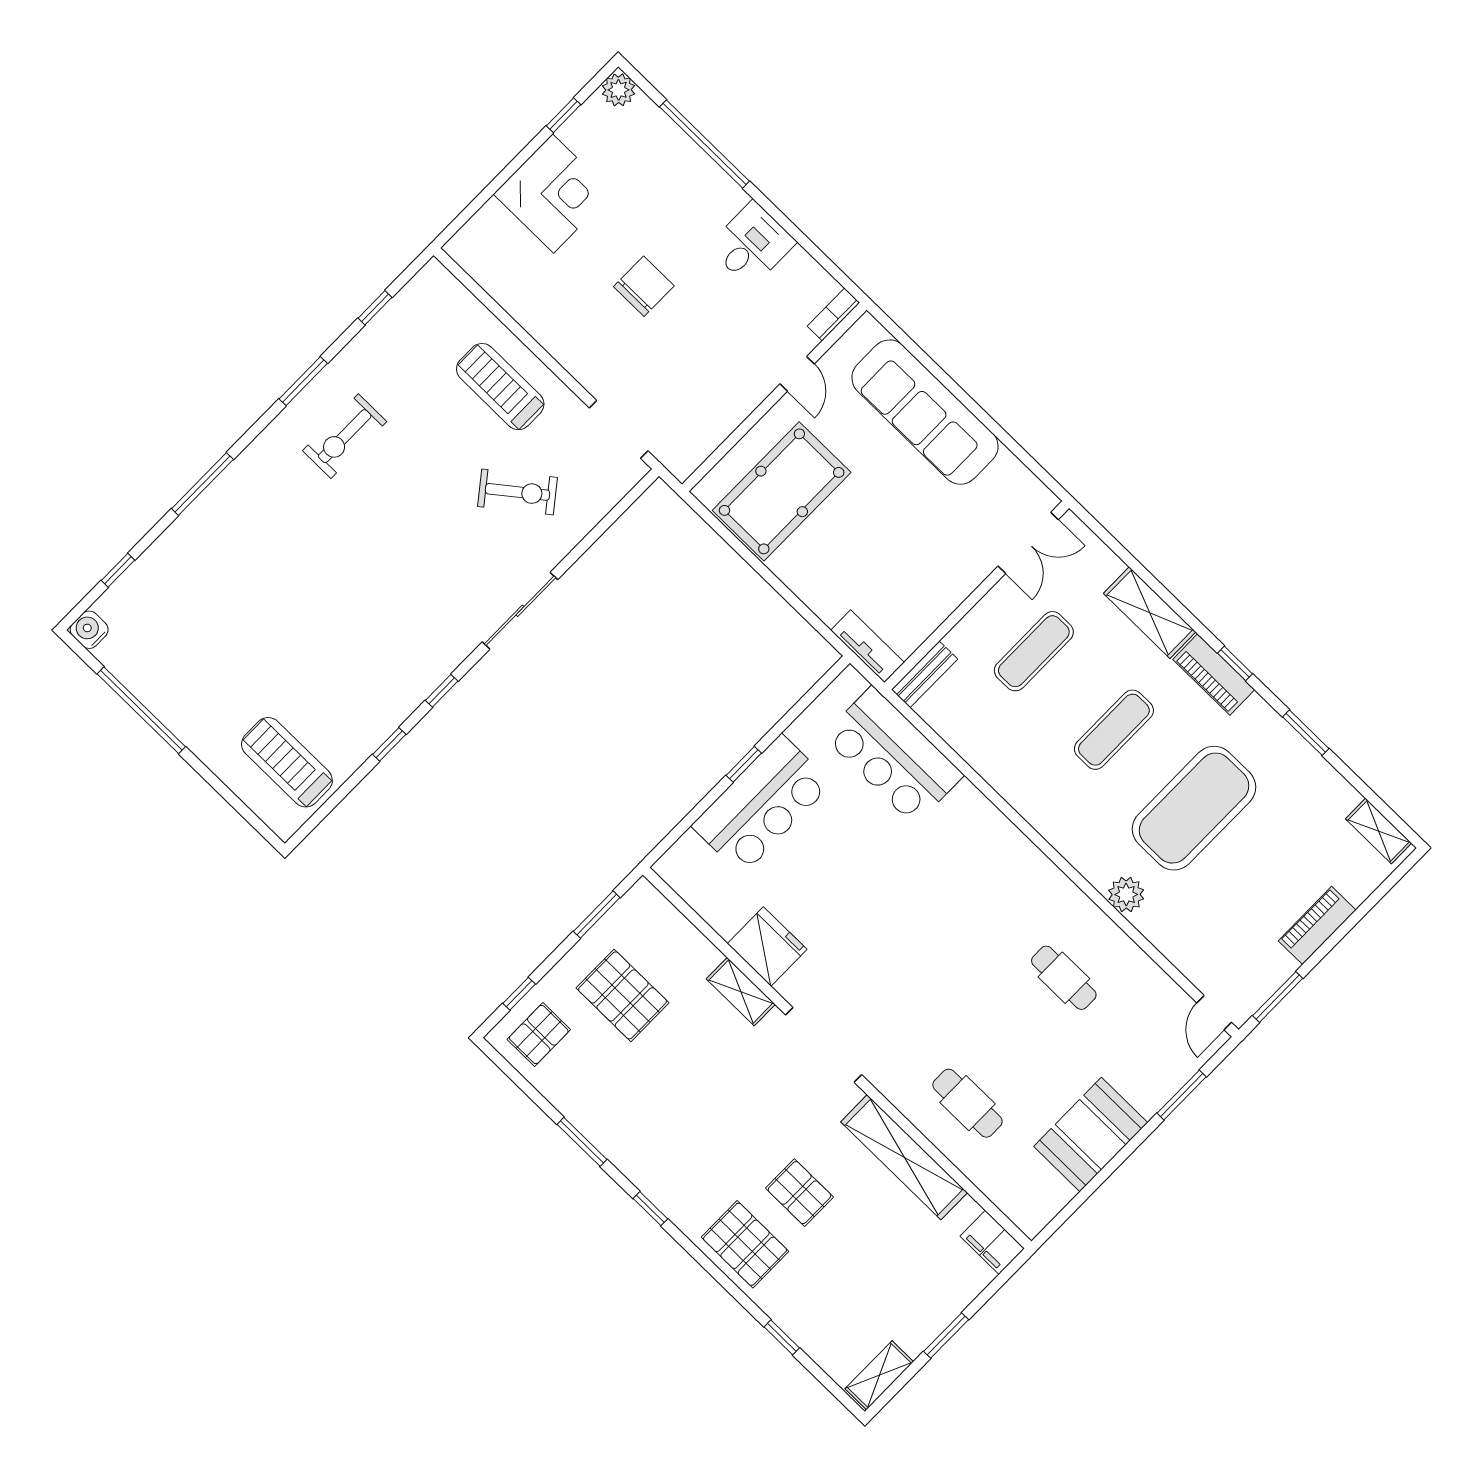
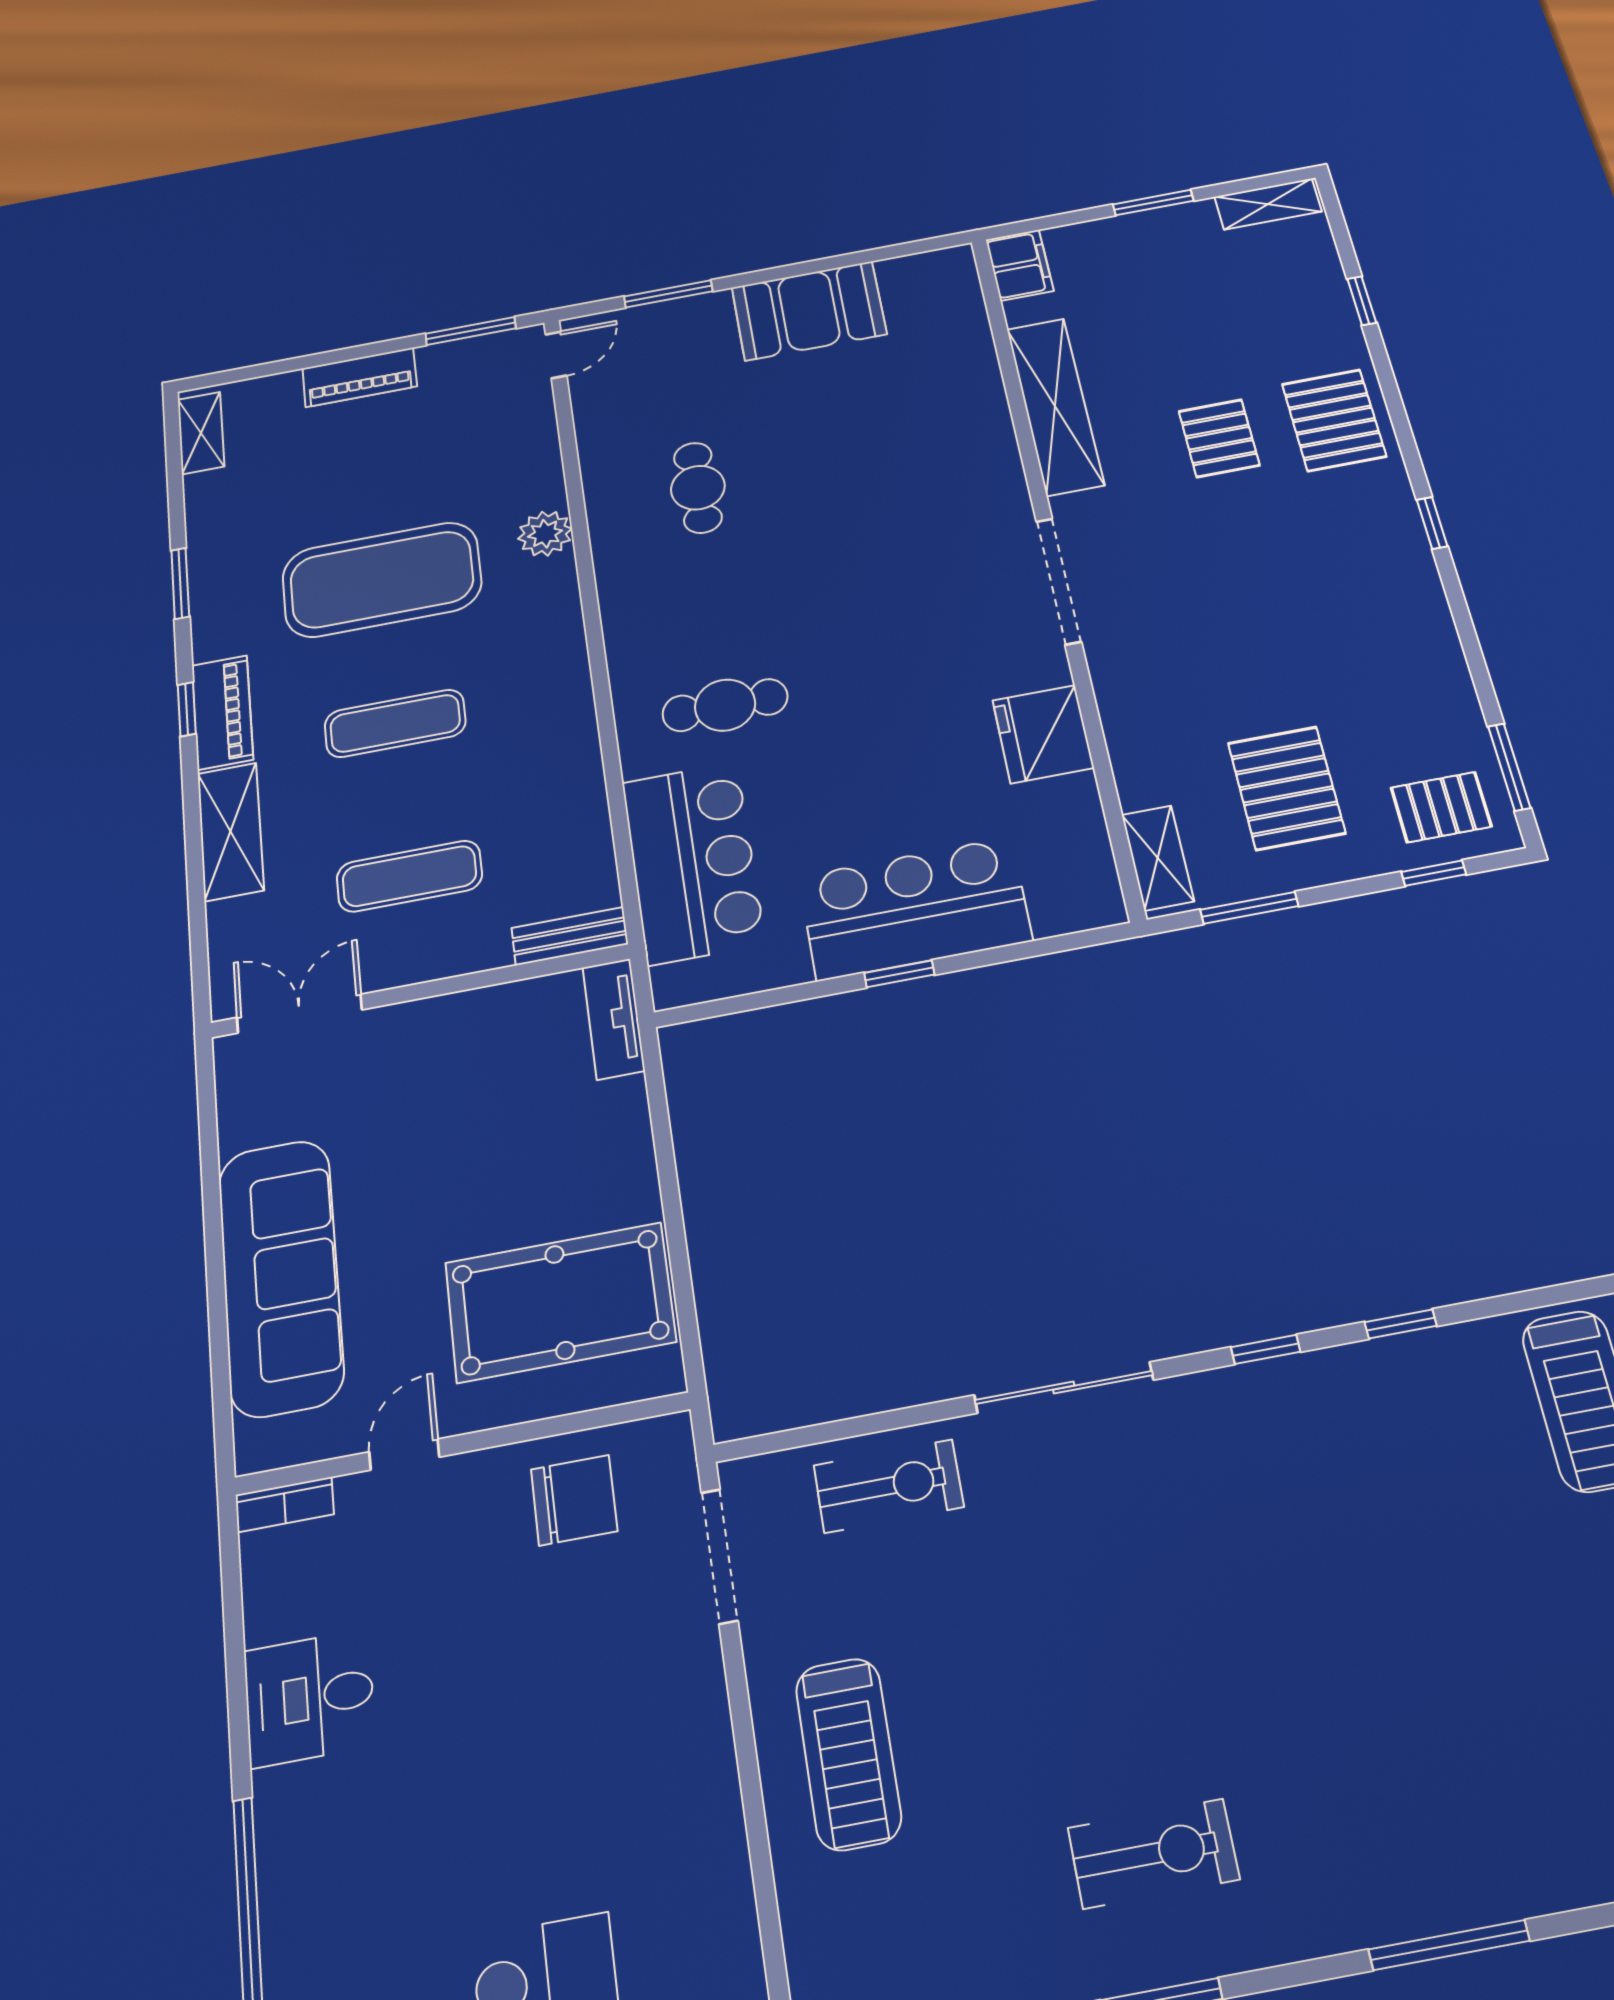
chair: (644, 286) -> (574, 1500), moved, turned 180
exercise bike: (517, 492) -> (889, 1486), moved, turned 128
shelving: (741, 992) -> (1158, 858), moved
cafe table: (967, 1103) -> (725, 705), moved, turned 90
window: (582, 1142) -> (1509, 767), moved

